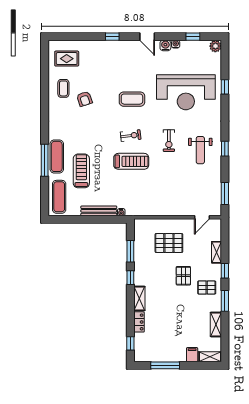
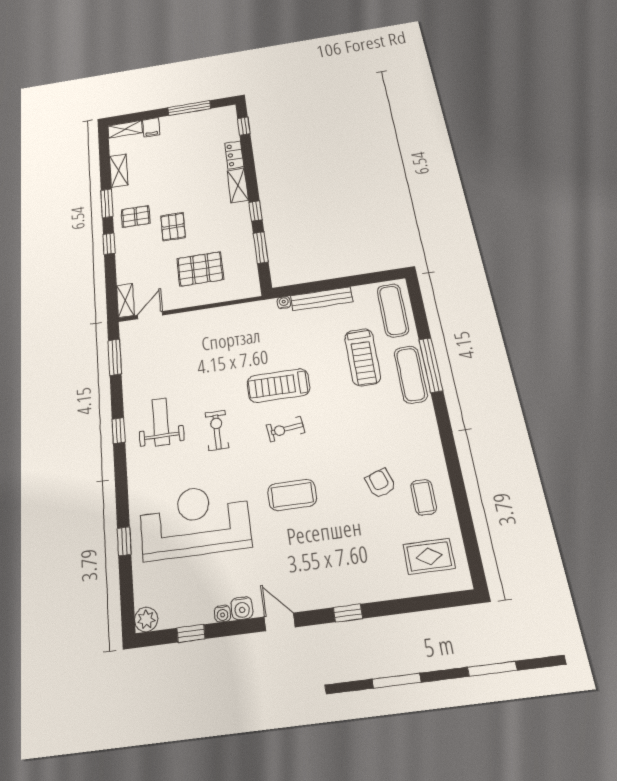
shelving: (217, 252) -> (125, 300), moved

